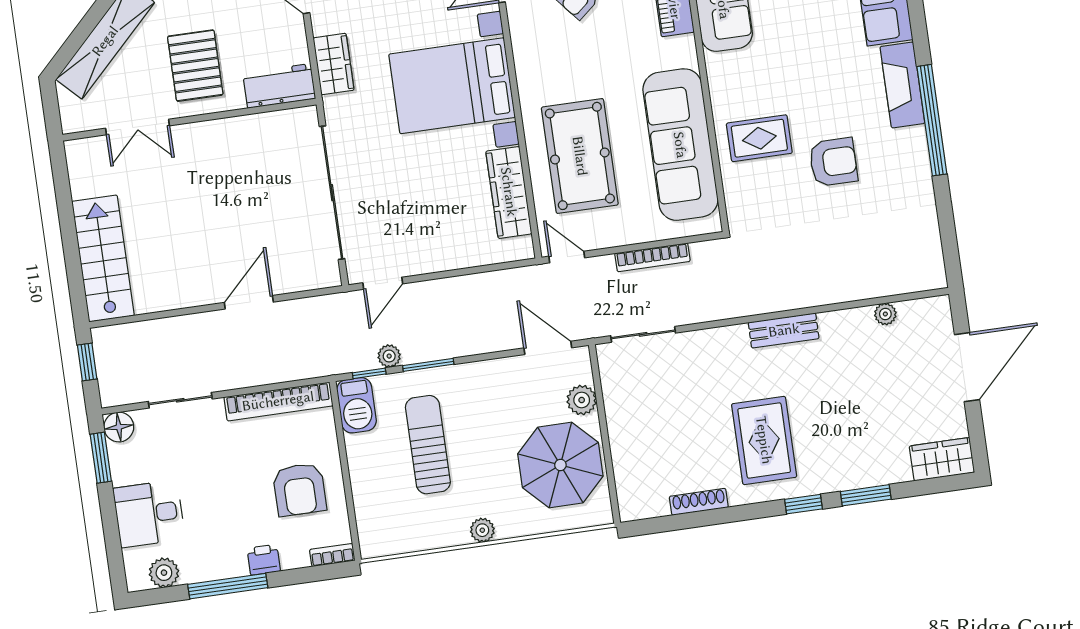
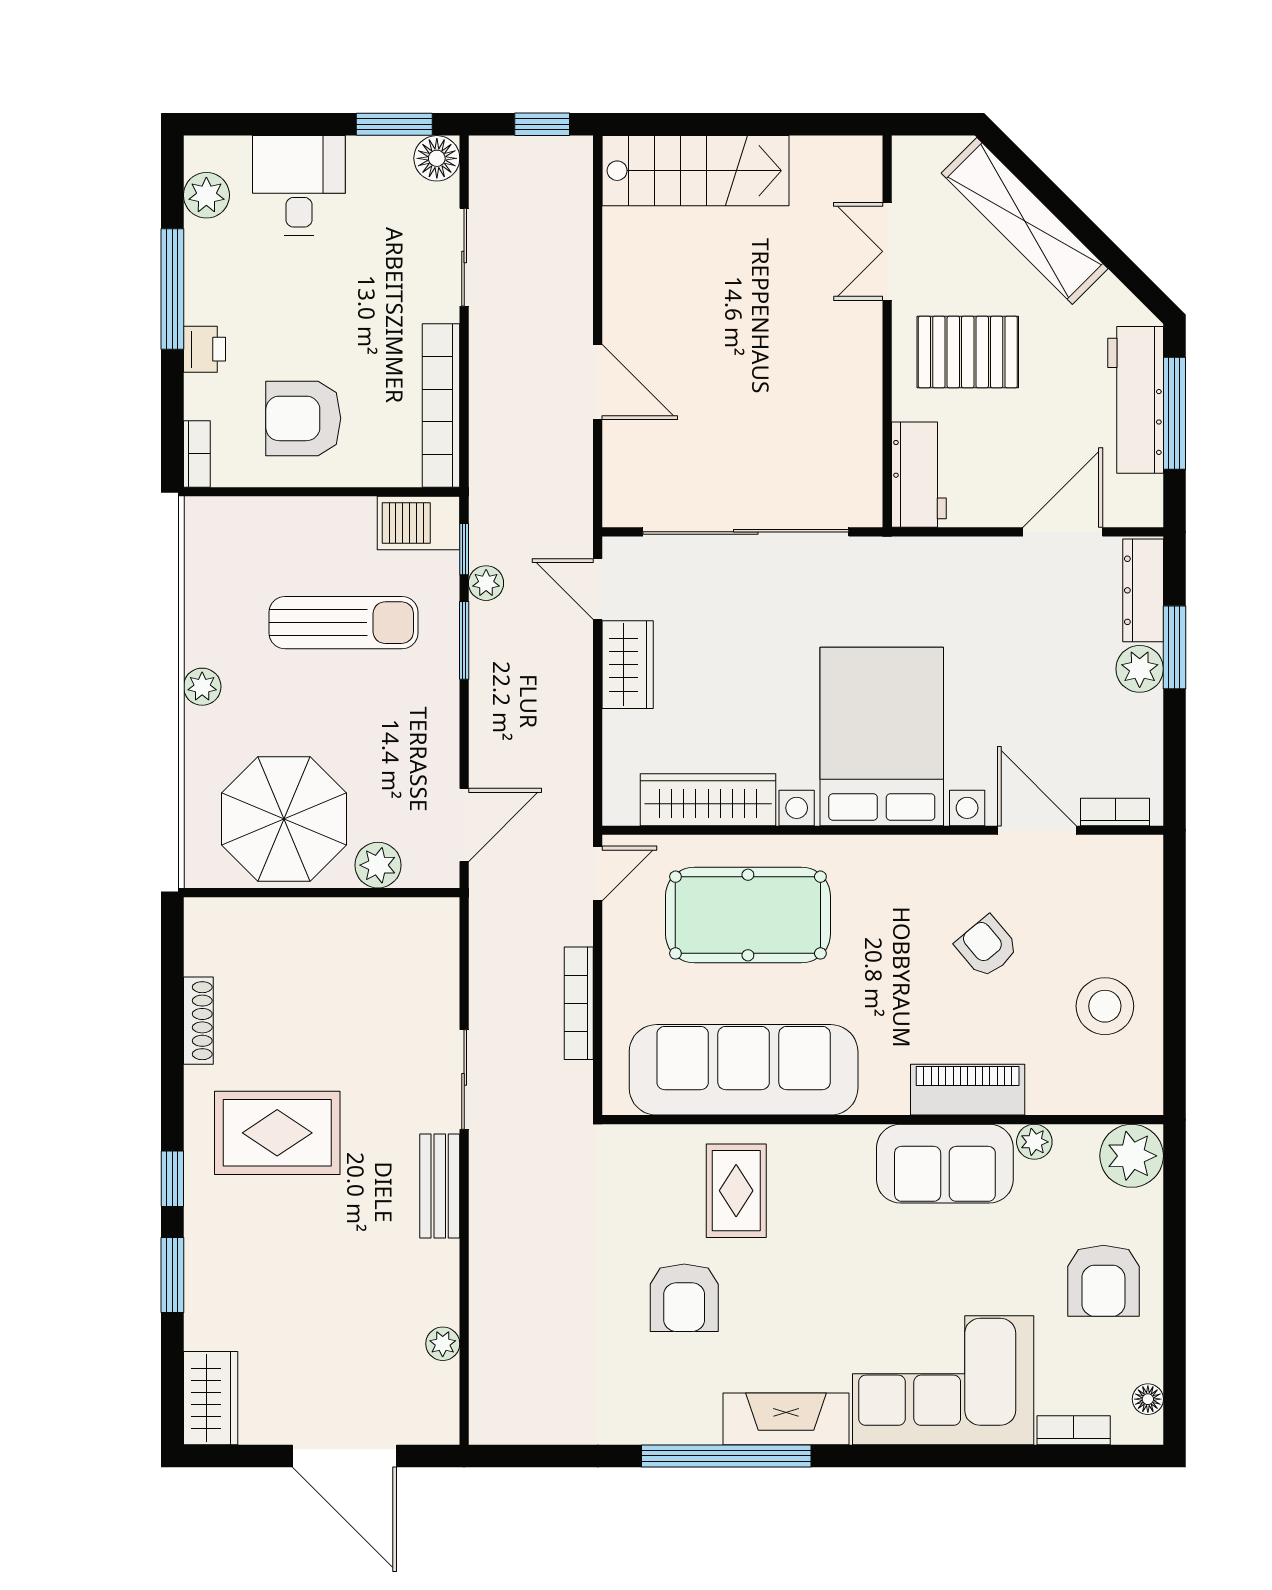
wardrobe: (334, 64) -> (628, 665), moved, turned -90
sliding door: (643, 334) -> (464, 1079), moved

